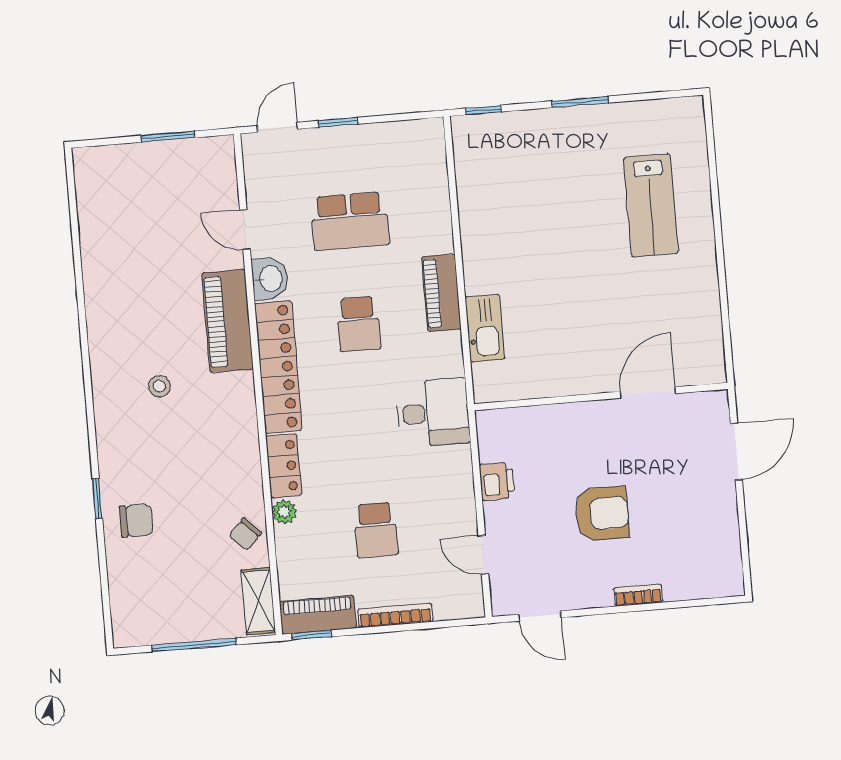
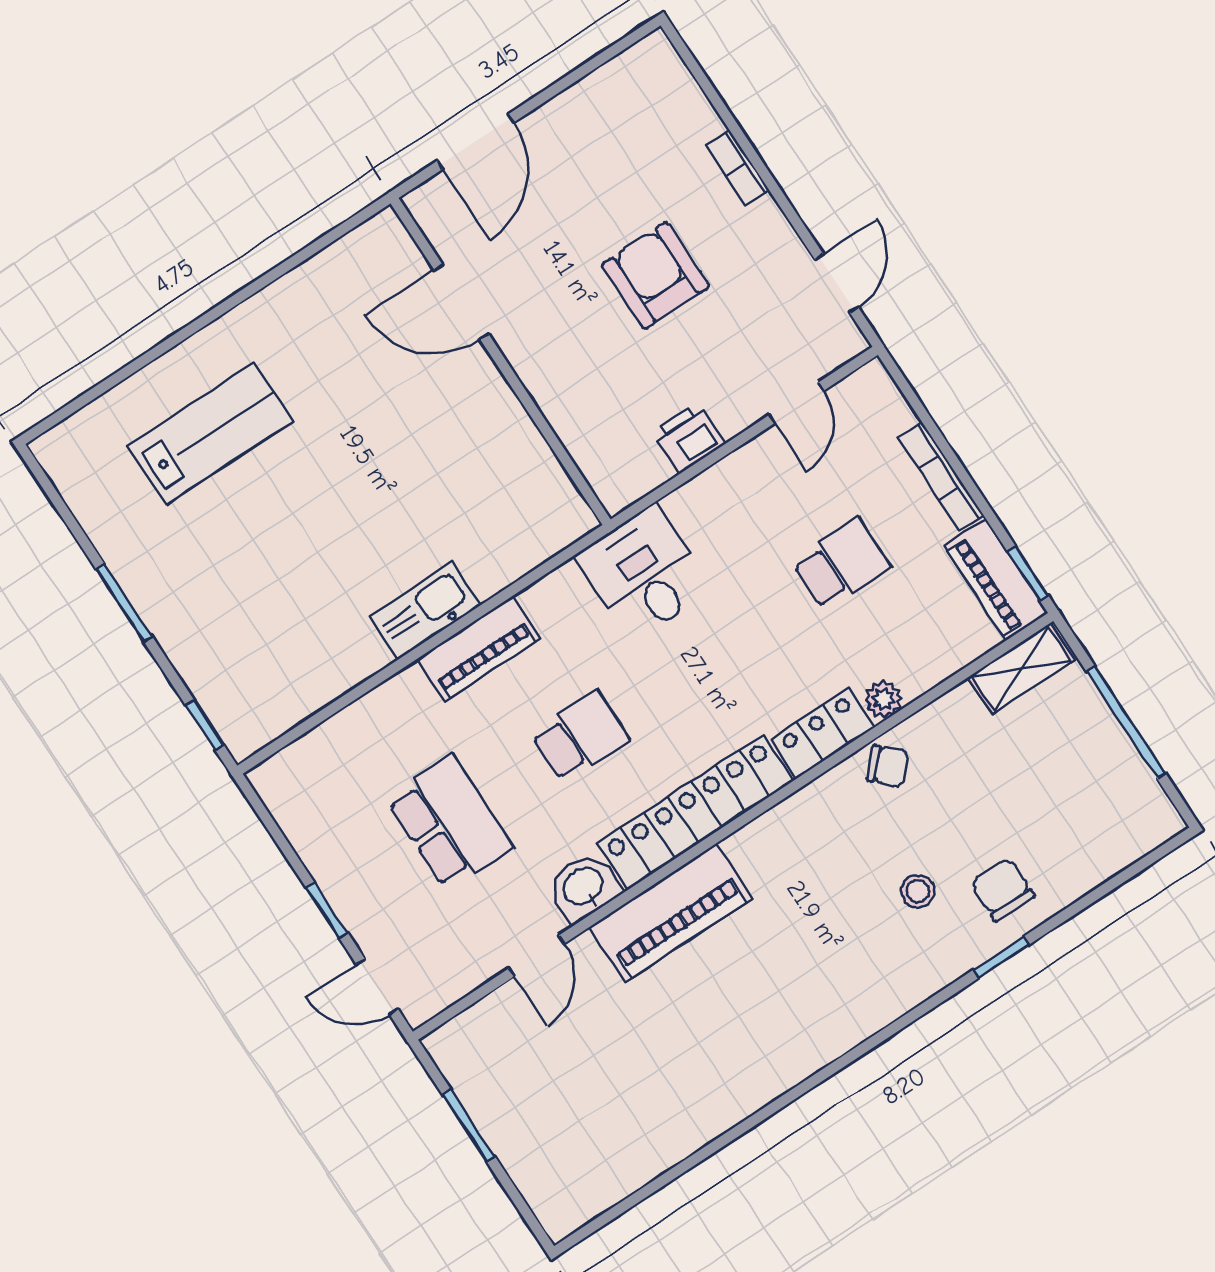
kitchen sink: (485, 328) -> (425, 611), moved
stool: (159, 386) -> (918, 891), moved
door: (736, 452) -> (476, 141), swing flipped
chair: (245, 534) -> (888, 766), moved

